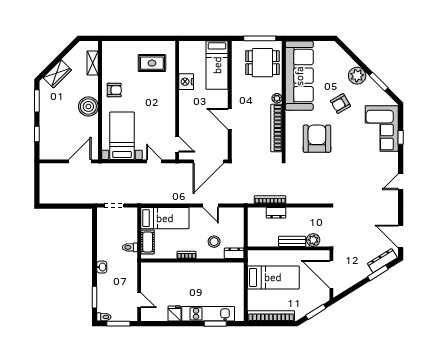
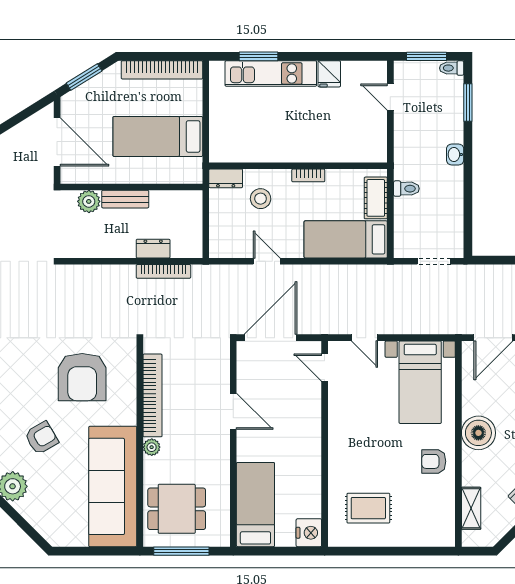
nightstand: (186, 82) -> (309, 533), moved

